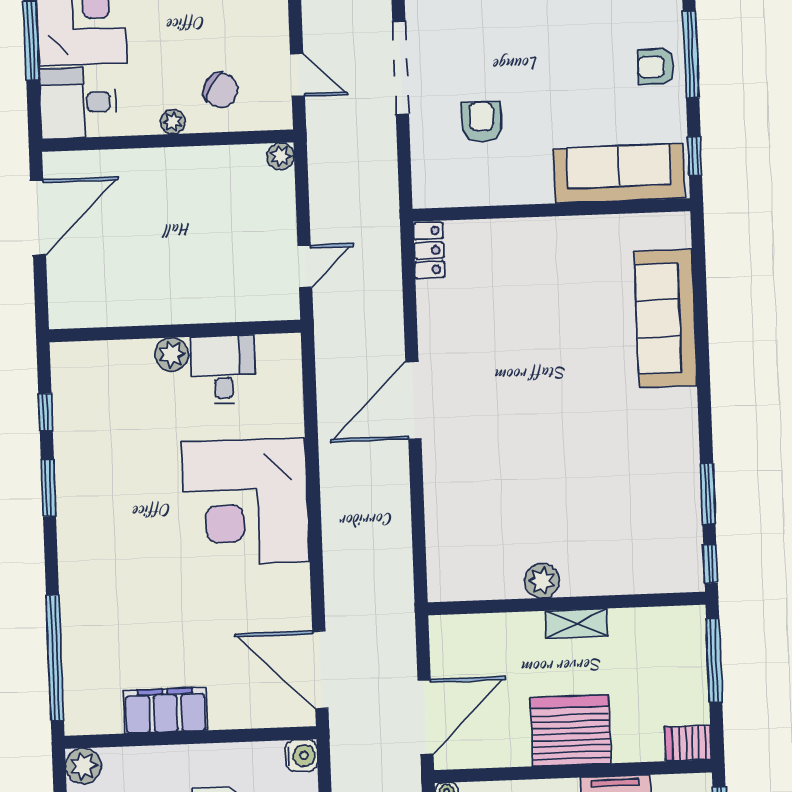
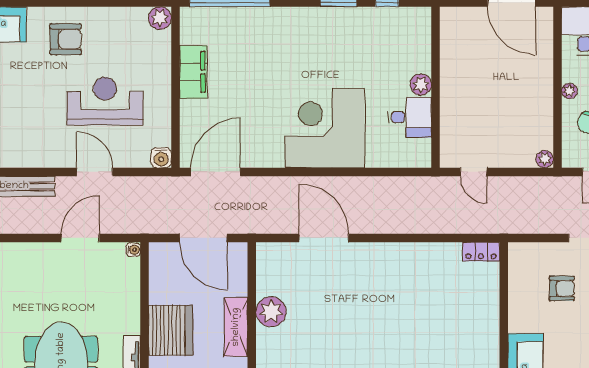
door: (413, 400) -> (324, 238), moved
plant: (542, 581) -> (271, 312), width x1.36, depth x1.36
shelving: (577, 623) -> (236, 327), width x1.50, depth x1.33
door: (426, 717) -> (203, 238), moved

